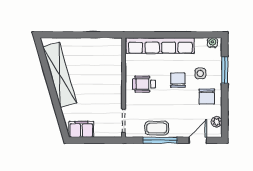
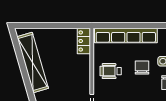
locker: (115, 52) -> (84, 41), added

